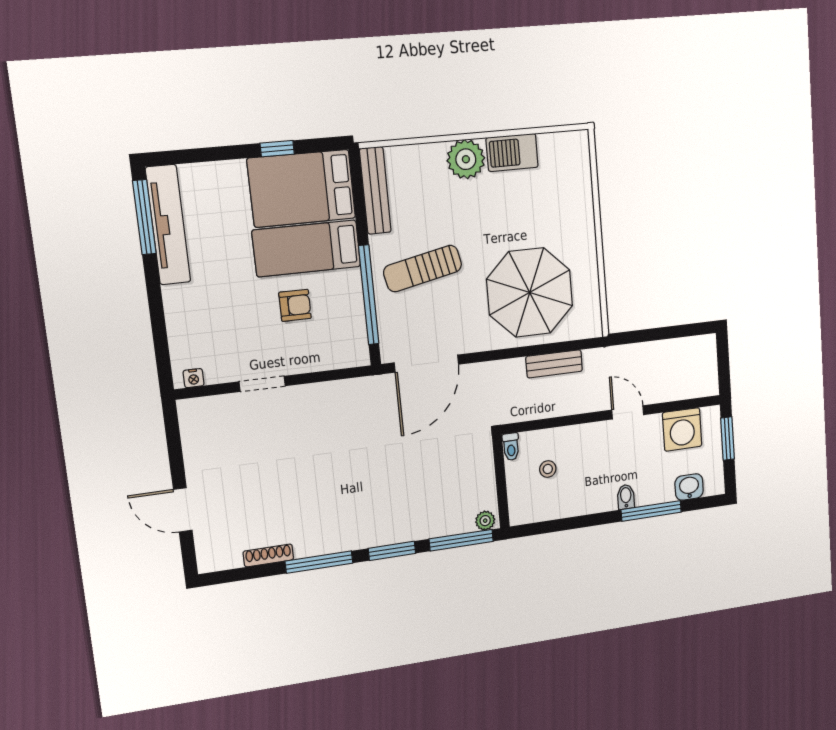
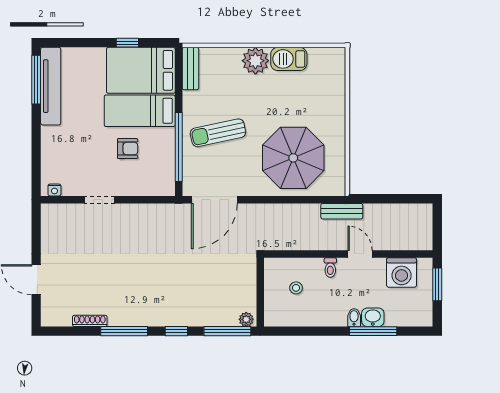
bench: (375, 191) -> (190, 69), width x0.73
bench: (554, 364) -> (342, 211), moved
toilet: (511, 447) -> (330, 268), moved
washbasin: (689, 487) -> (373, 317), moved
window: (392, 551) -> (176, 331), width x0.67

